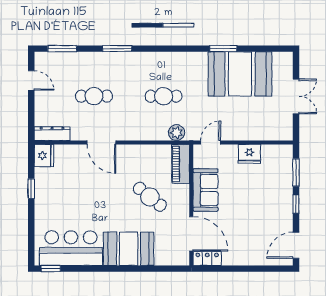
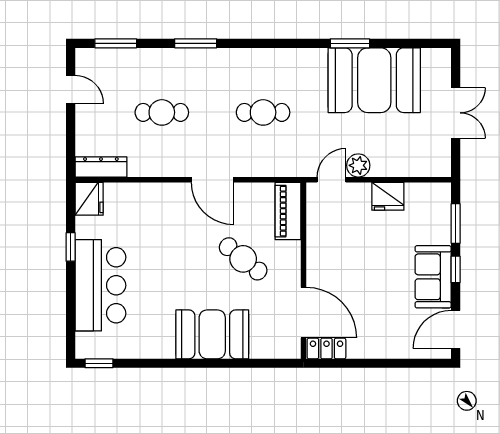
plant: (176, 133) -> (358, 165), moved
door: (101, 142) -> (212, 180), moved
sofa: (206, 190) -> (433, 277), moved, turned 180
bar counter: (71, 248) -> (100, 285), moved, turned 90

